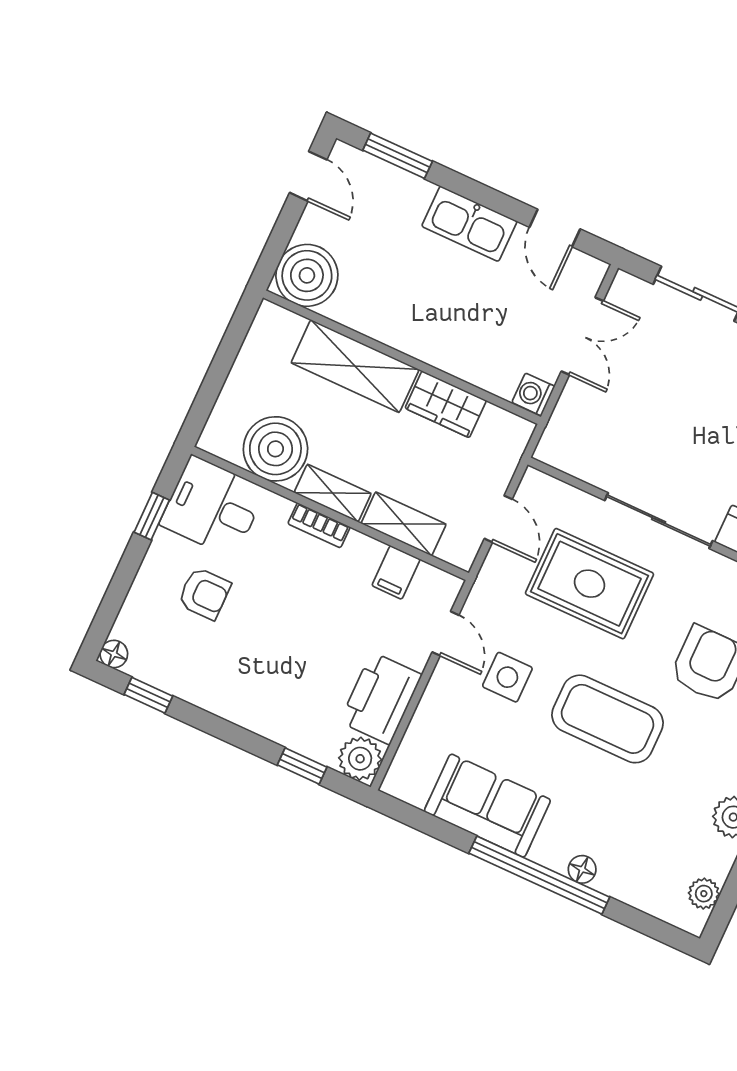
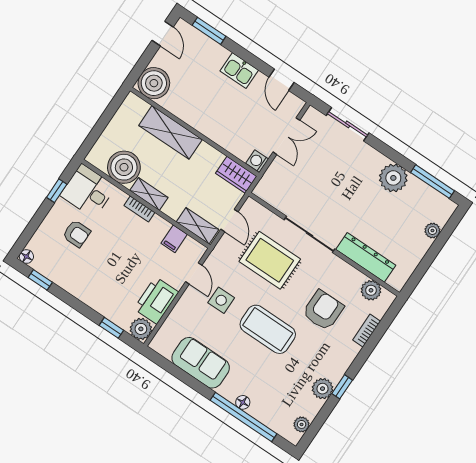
kitchen sink: (469, 224) -> (239, 71), width x0.73
wardrobe: (446, 404) -> (236, 175), moved
shelving: (404, 524) -> (198, 226), moved
window: (539, 875) -> (244, 417), moved

